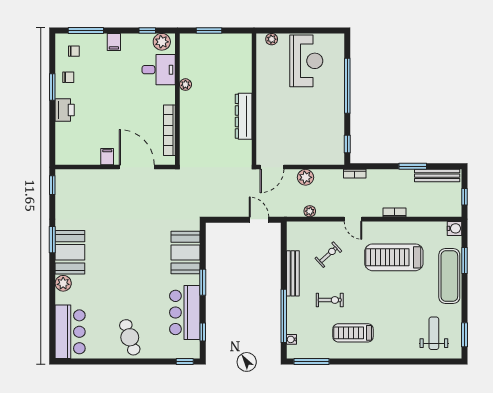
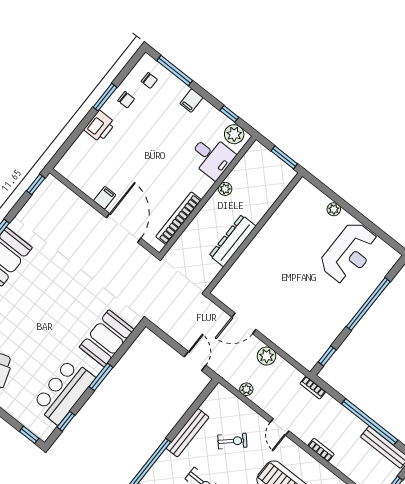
wall: (254, 99) -> (254, 233), moved
dresser: (244, 116) -> (233, 241), moved
window: (413, 166) -> (370, 422), width x2.11

